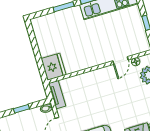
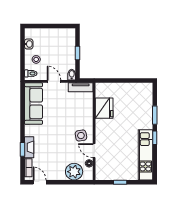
fridge: (54, 67) -> (104, 108), moved, turned -90
side table: (109, 79) -> (81, 136), added

